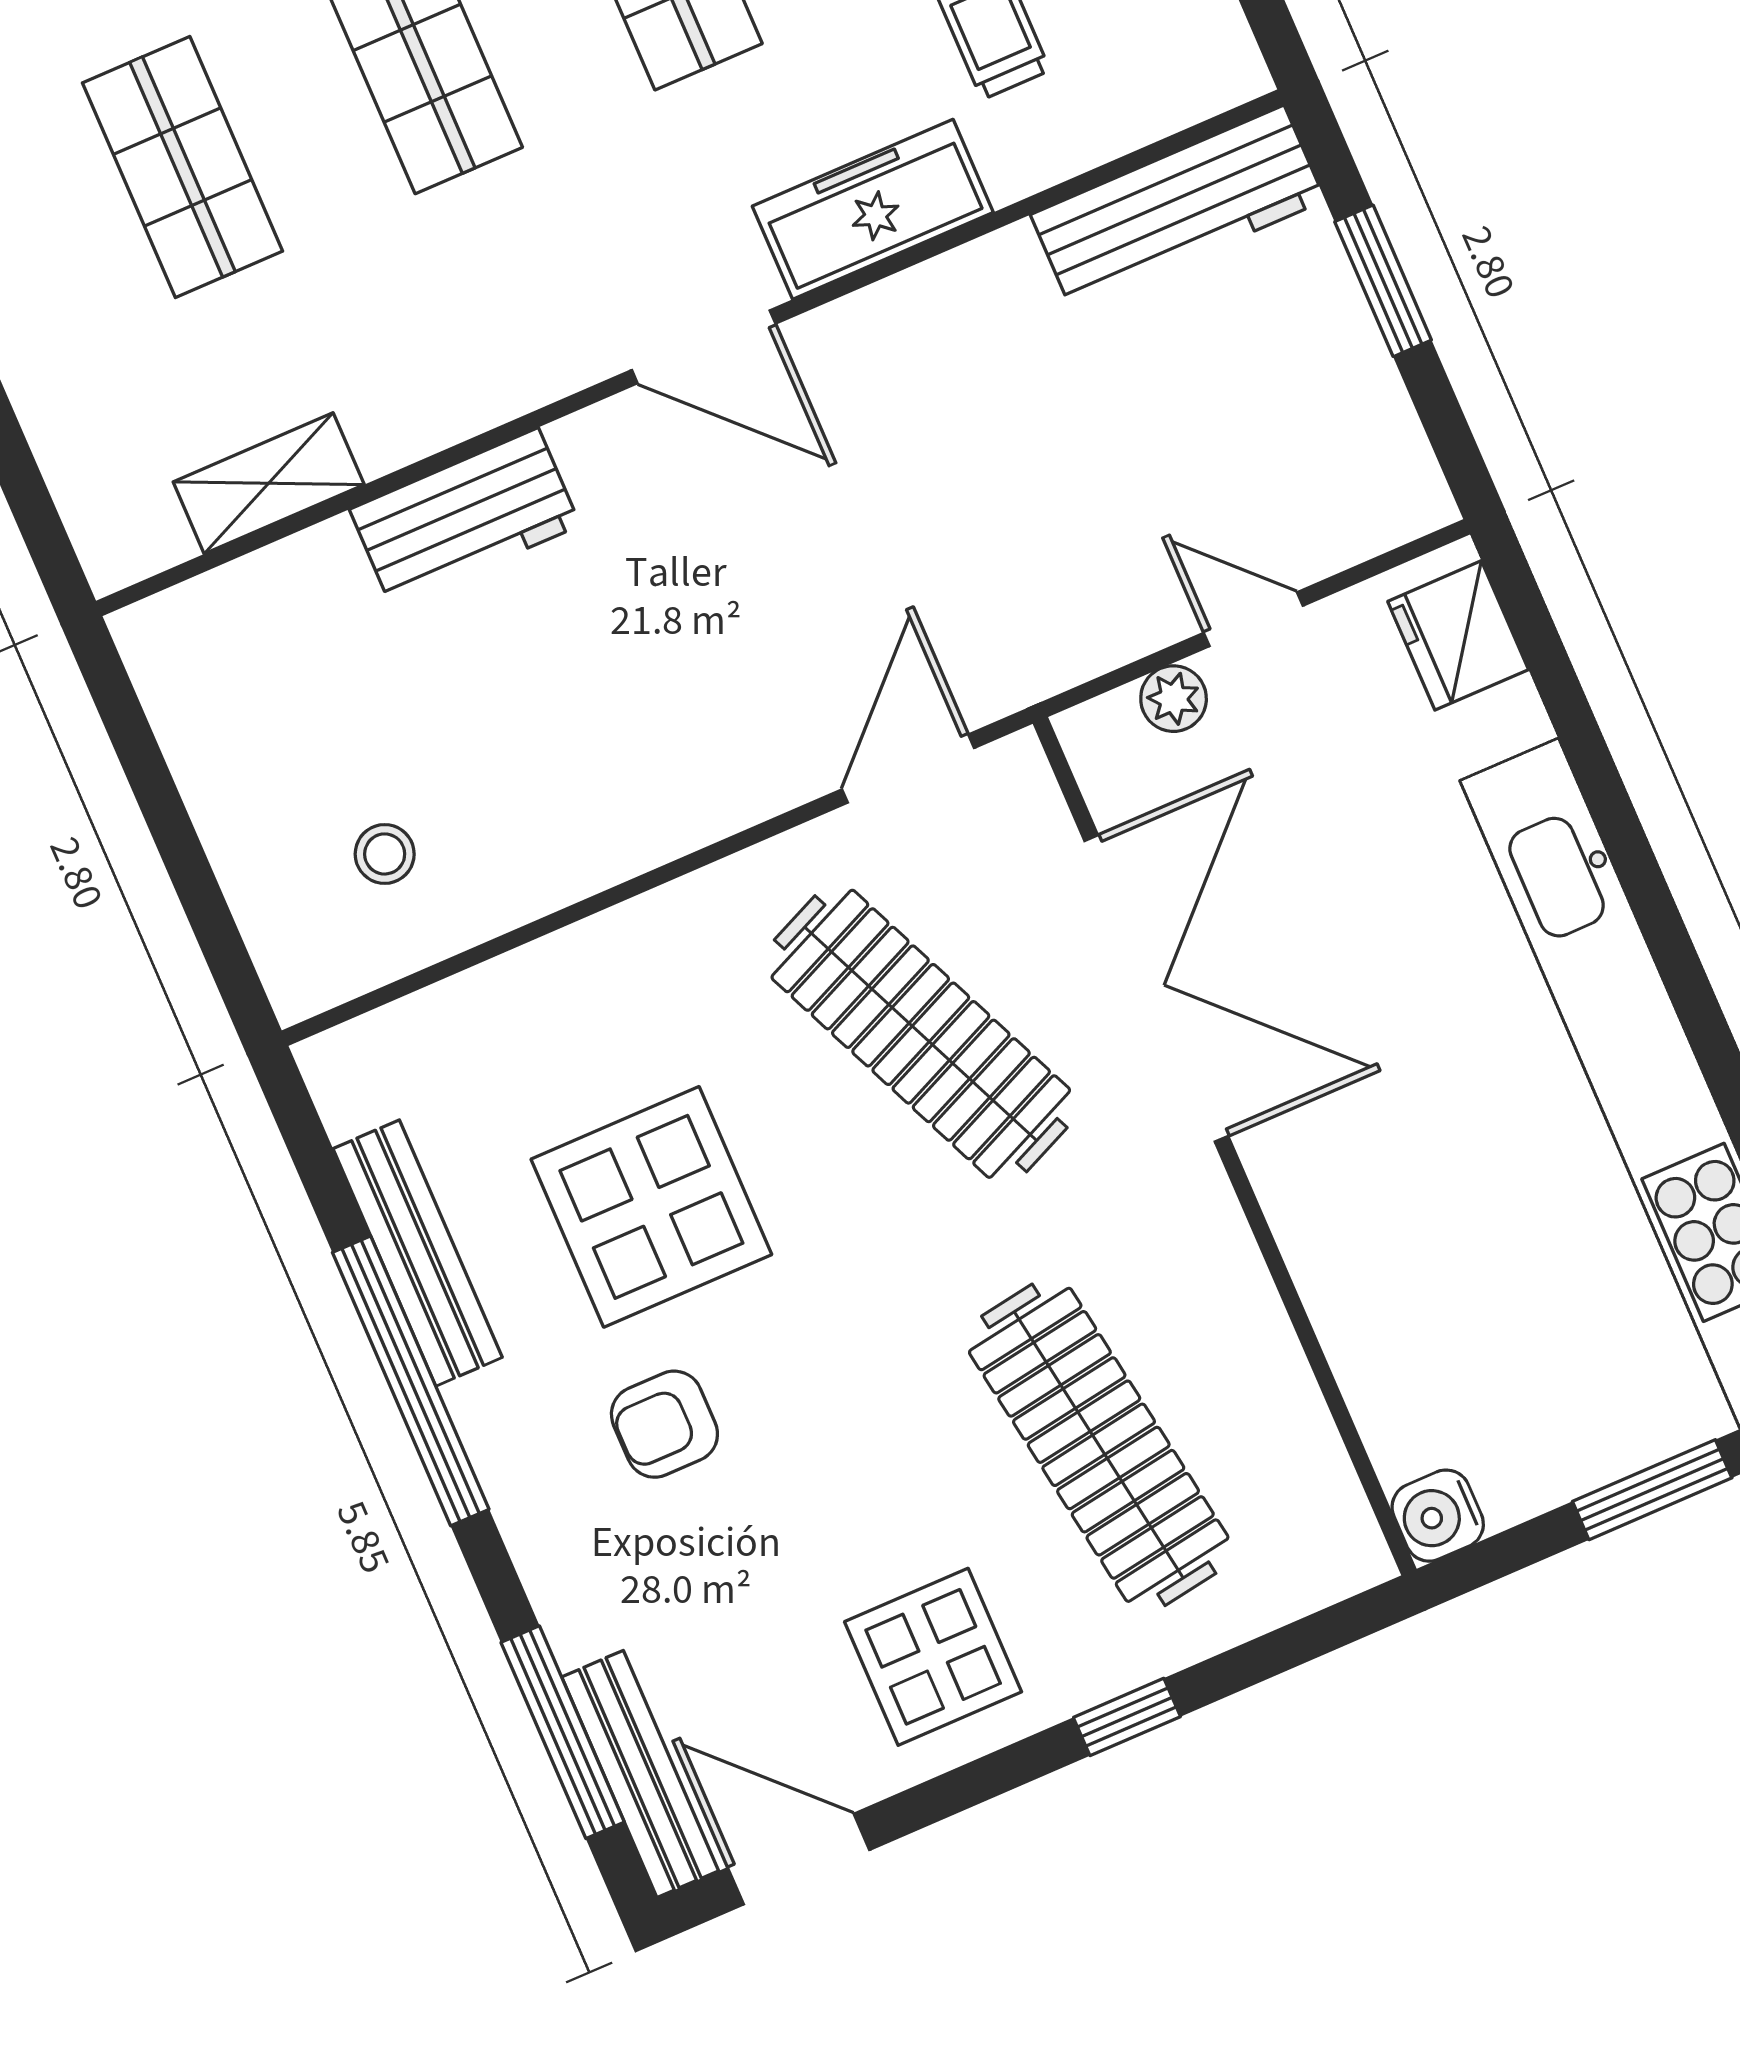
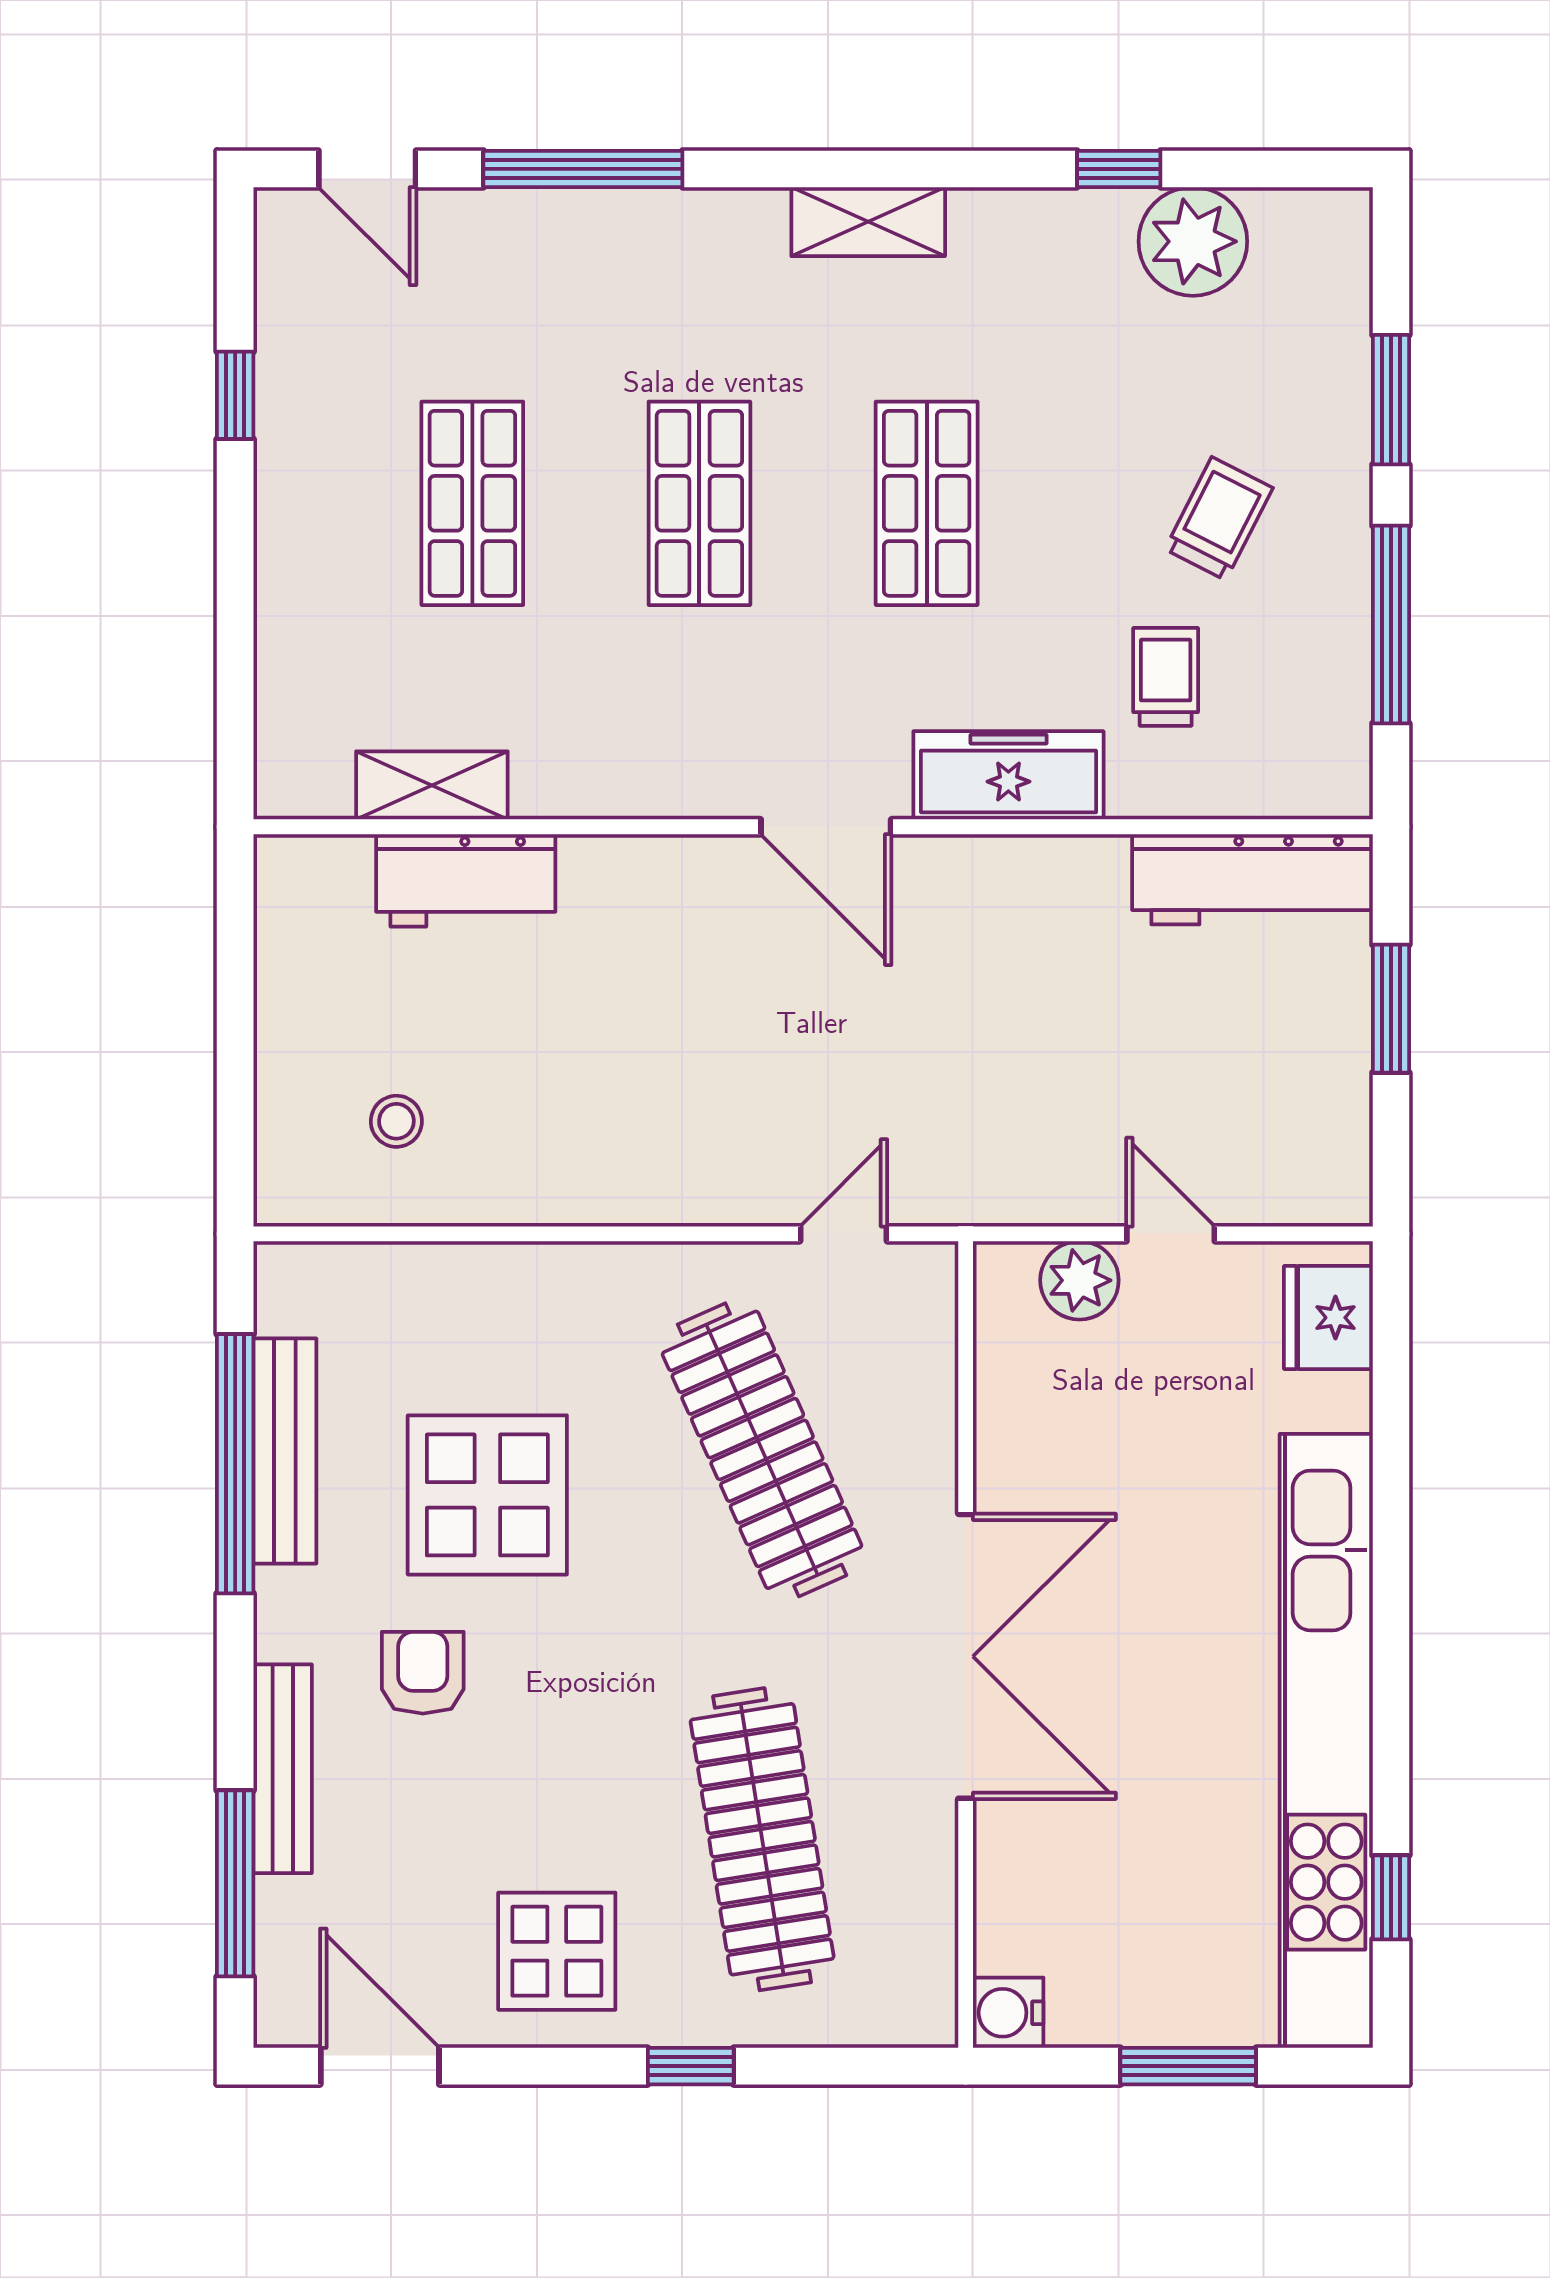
workbench: (465, 517) -> (466, 880), moved
plant: (1174, 699) -> (1079, 1280), width x1.38, depth x1.38
door: (908, 769) -> (844, 1234), width x0.73
double door: (1156, 988) -> (966, 1656), moved
window: (411, 1381) -> (235, 1464), moved
armchair: (664, 1424) -> (423, 1673), turned 90
bench: (640, 1774) -> (283, 1769), moved

